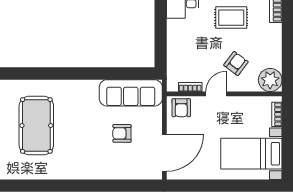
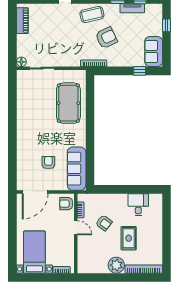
armchair: (236, 63) -> (104, 223), moved
plant: (270, 80) -> (116, 265), moved
pool table: (36, 125) -> (68, 103), moved, turned 90
door: (164, 153) -> (35, 192), hinge flipped

